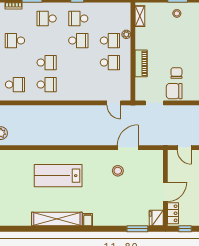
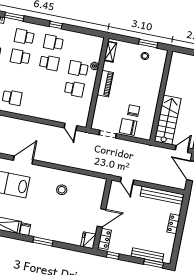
school desk: (110, 41) -> (78, 69), turned 180
school desk: (47, 63) -> (20, 57), moved, turned 180
piano: (141, 63) -> (105, 84), moved
door: (128, 148) -> (23, 160), moved
window: (137, 229) -> (43, 241), moved

